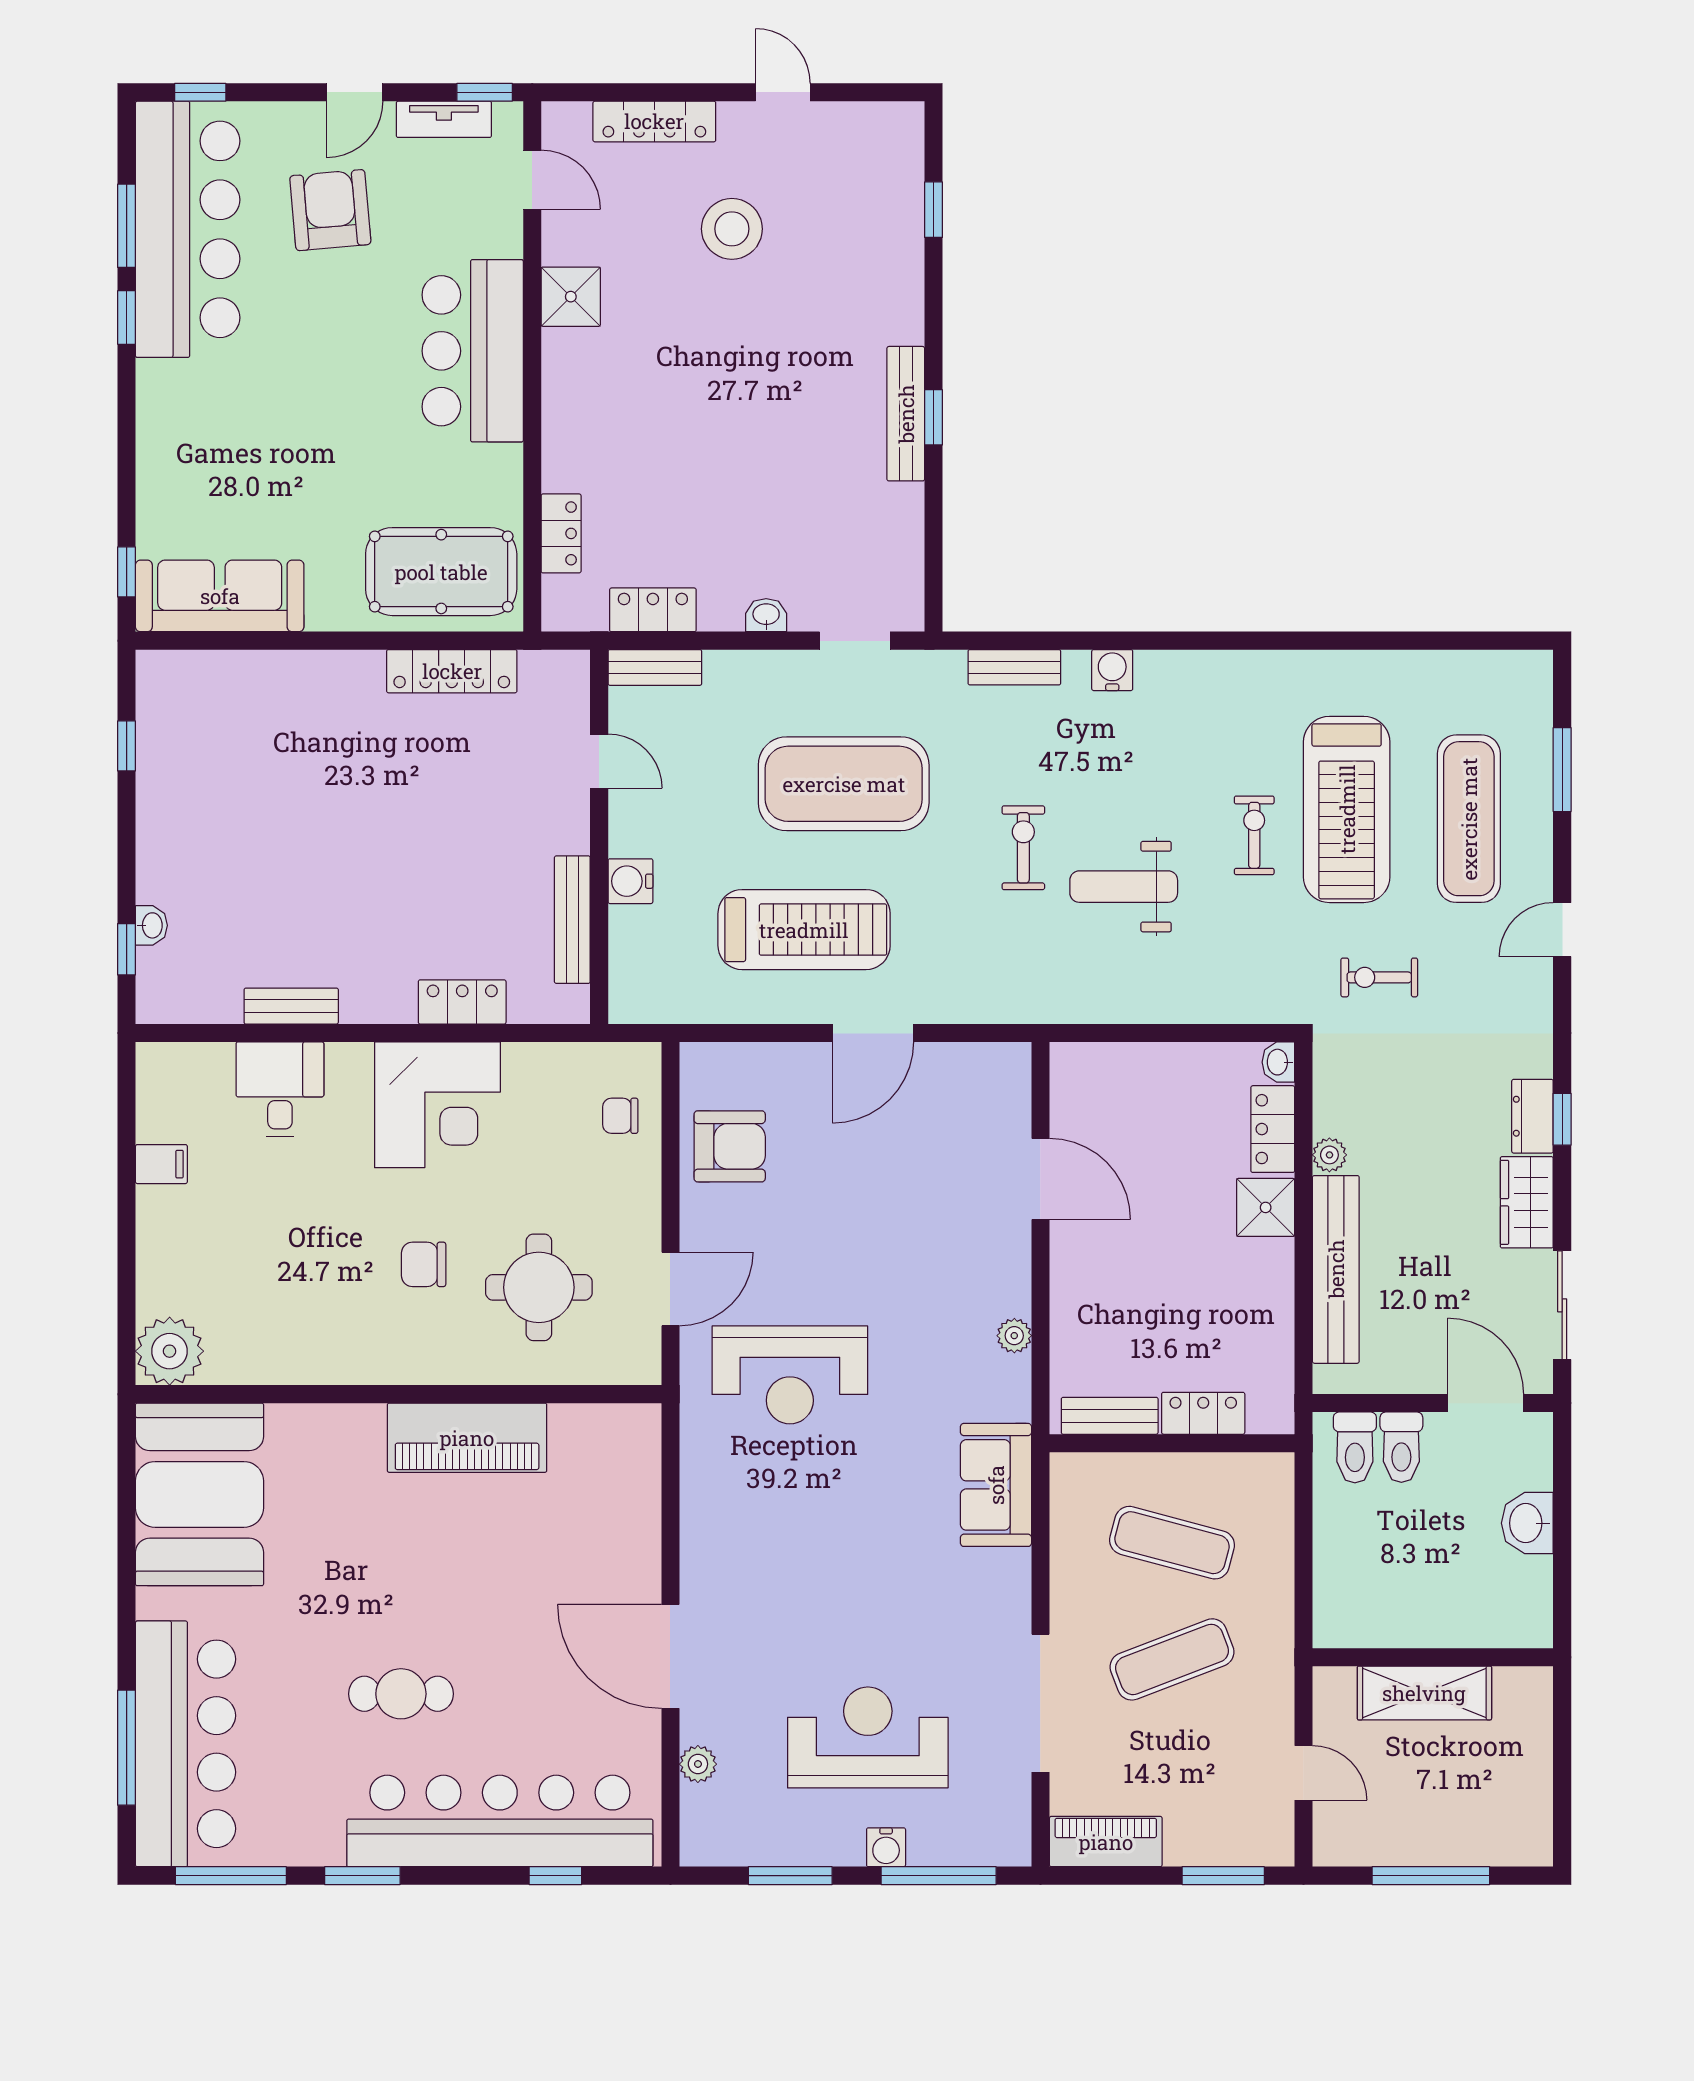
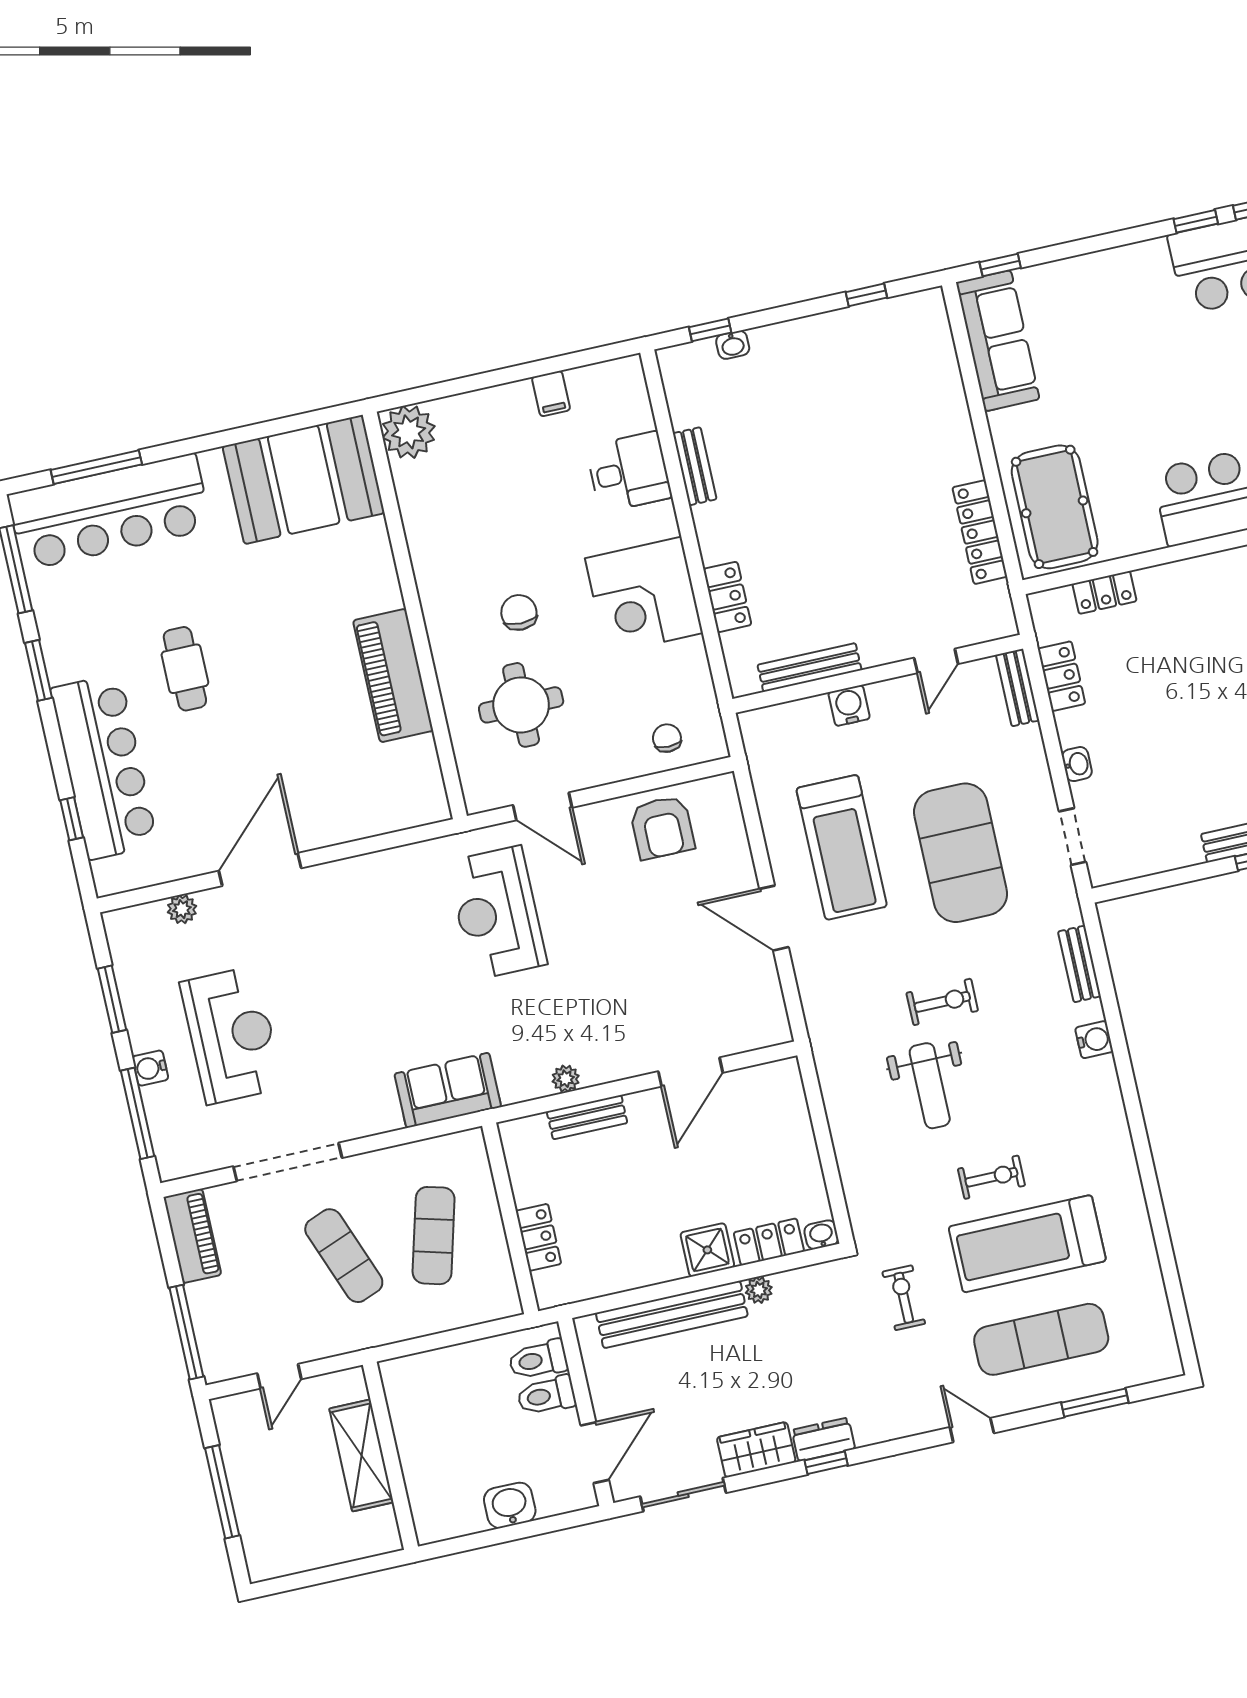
weight bench: (1124, 887) -> (930, 1086), turned 180
bench: (1110, 1416) -> (587, 1117), moved, turned 90
bar counter: (500, 1821) -> (104, 767), width x0.73
window: (1223, 1876) -> (186, 1332), width x1.44

